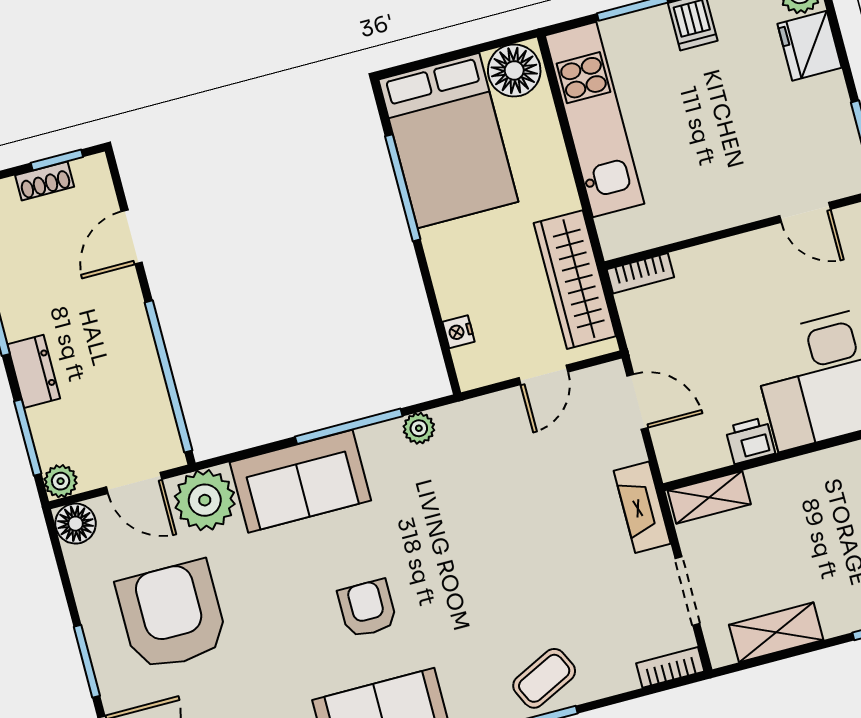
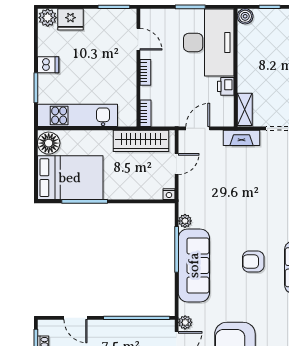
door: (805, 212) -> (138, 39), hinge flipped
bookcase: (734, 248) -> (145, 72), added
nightstand: (459, 332) -> (169, 194), moved
door: (543, 375) -> (177, 164), hinge flipped
sofa: (300, 481) -> (194, 265), width x1.36
plant: (205, 500) -> (185, 322), width x0.53, depth x0.53

